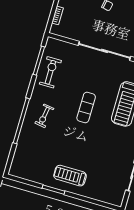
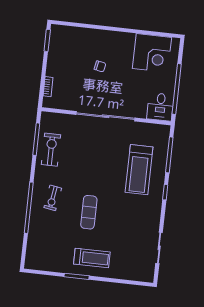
exercise mat: (86, 108) -> (89, 212), moved
treadmill: (70, 176) -> (92, 258), turned 180

